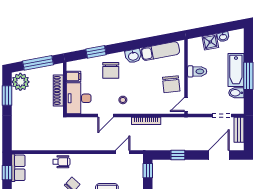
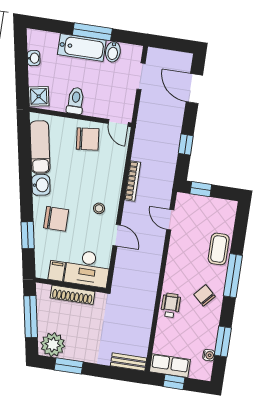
shower: (210, 42) -> (39, 96), moved
bench: (239, 130) -> (129, 362), moved

